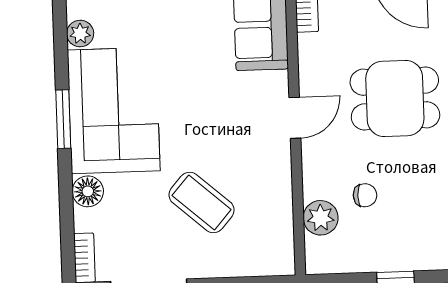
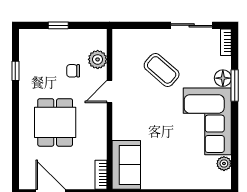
dining table: (395, 99) -> (55, 122), turned 90
door: (295, 118) -> (110, 92), moved
window: (63, 119) -> (235, 85), moved

